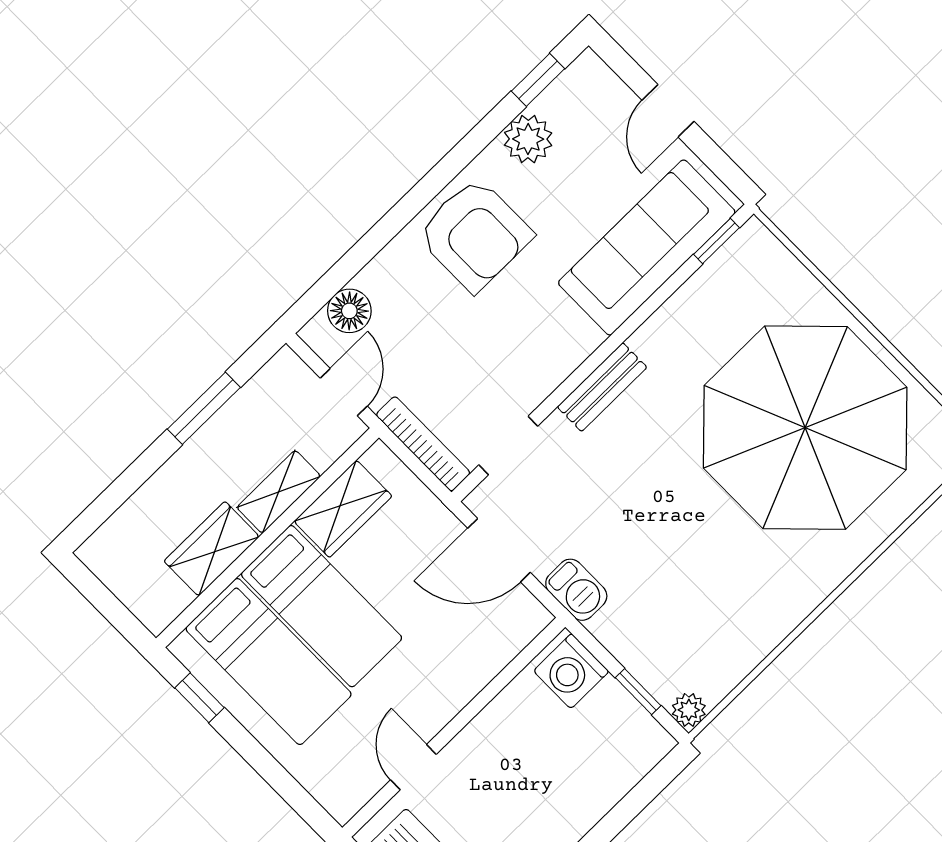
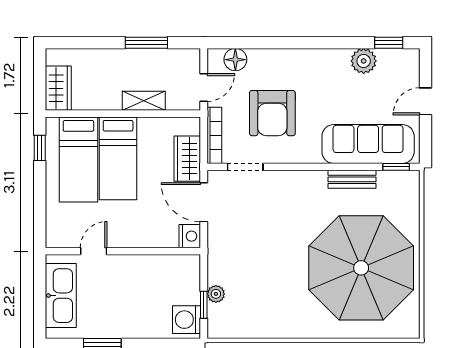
armchair: (475, 234) -> (272, 113), moved
bench: (602, 387) -> (352, 179), moved
wardrobe: (343, 509) -> (187, 159), moved, turned 90
wardrobe: (212, 549) -> (58, 88), moved, turned 90
barbecue: (576, 590) -> (218, 245), removed
nightstand: (526, 616) -> (190, 236), added
washing machine: (571, 671) -> (187, 320), moved
plant: (689, 710) -> (216, 294), moved

